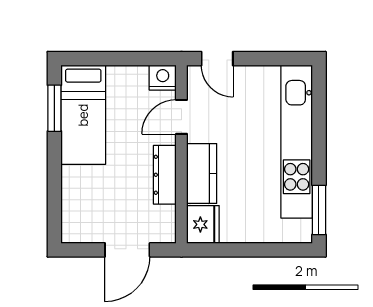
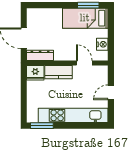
door: (217, 59) -> (111, 92), moved
nightstand: (163, 78) -> (102, 44), moved
dresser: (165, 175) -> (40, 55), moved

